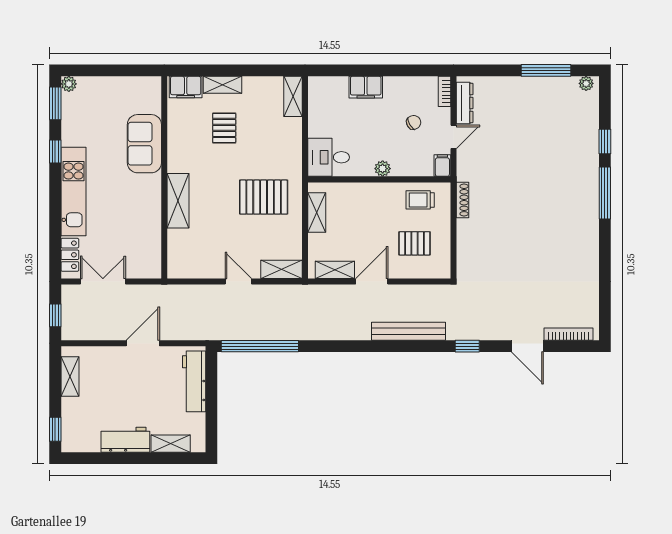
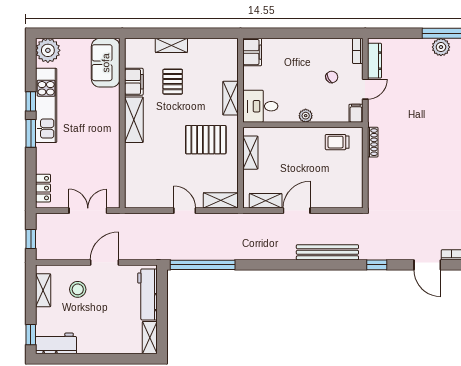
plant: (69, 84) -> (48, 50), width x1.88, depth x1.88
filing cabinet: (186, 87) -> (134, 82), moved, turned -90
filing cabinet: (366, 87) -> (252, 52), moved, turned -90
plant: (544, 87) -> (441, 47), added
shelving: (293, 96) -> (230, 98), moved
window: (55, 103) -> (31, 133), moved
sofa: (144, 144) -> (106, 63), moved
kitchen unit: (73, 191) -> (46, 105), moved
shelving: (178, 201) -> (134, 120), moved
pallet: (415, 243) -> (333, 179), removed
double door: (103, 282) -> (88, 211), moved
stool: (111, 375) -> (78, 289), added
workbench: (125, 440) -> (56, 343), moved
shelving: (171, 444) -> (150, 338), moved, turned 90

